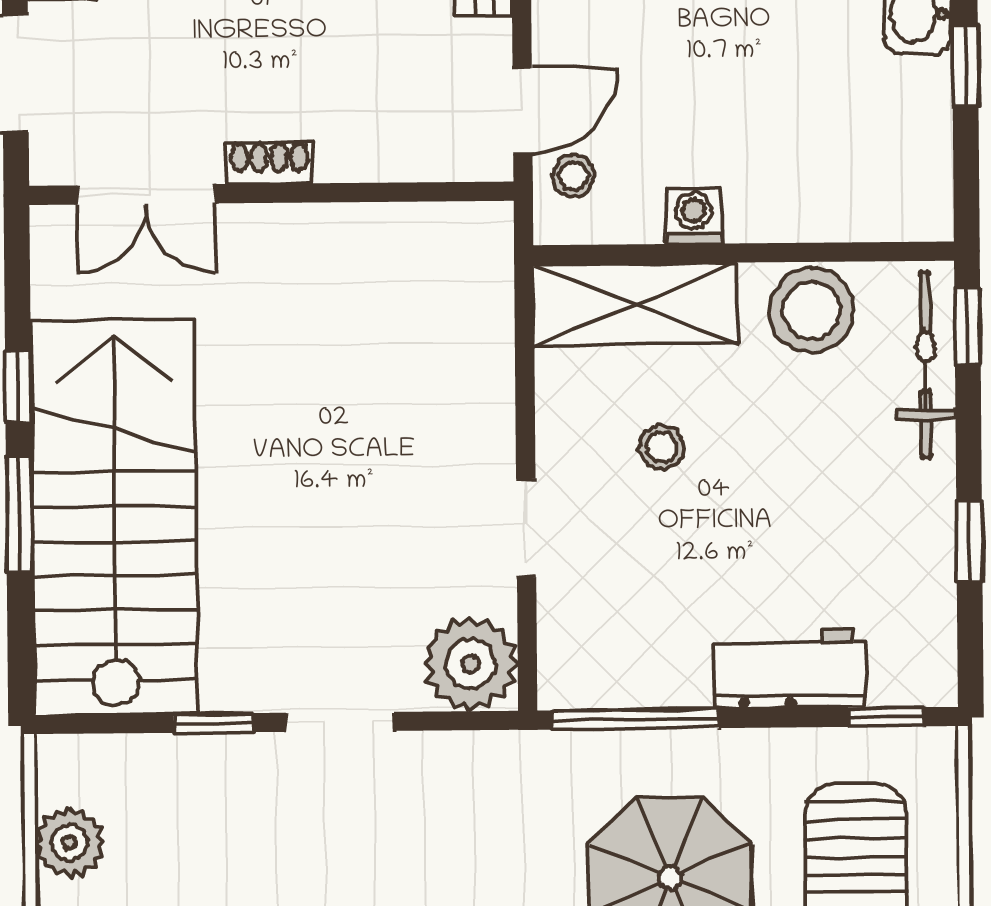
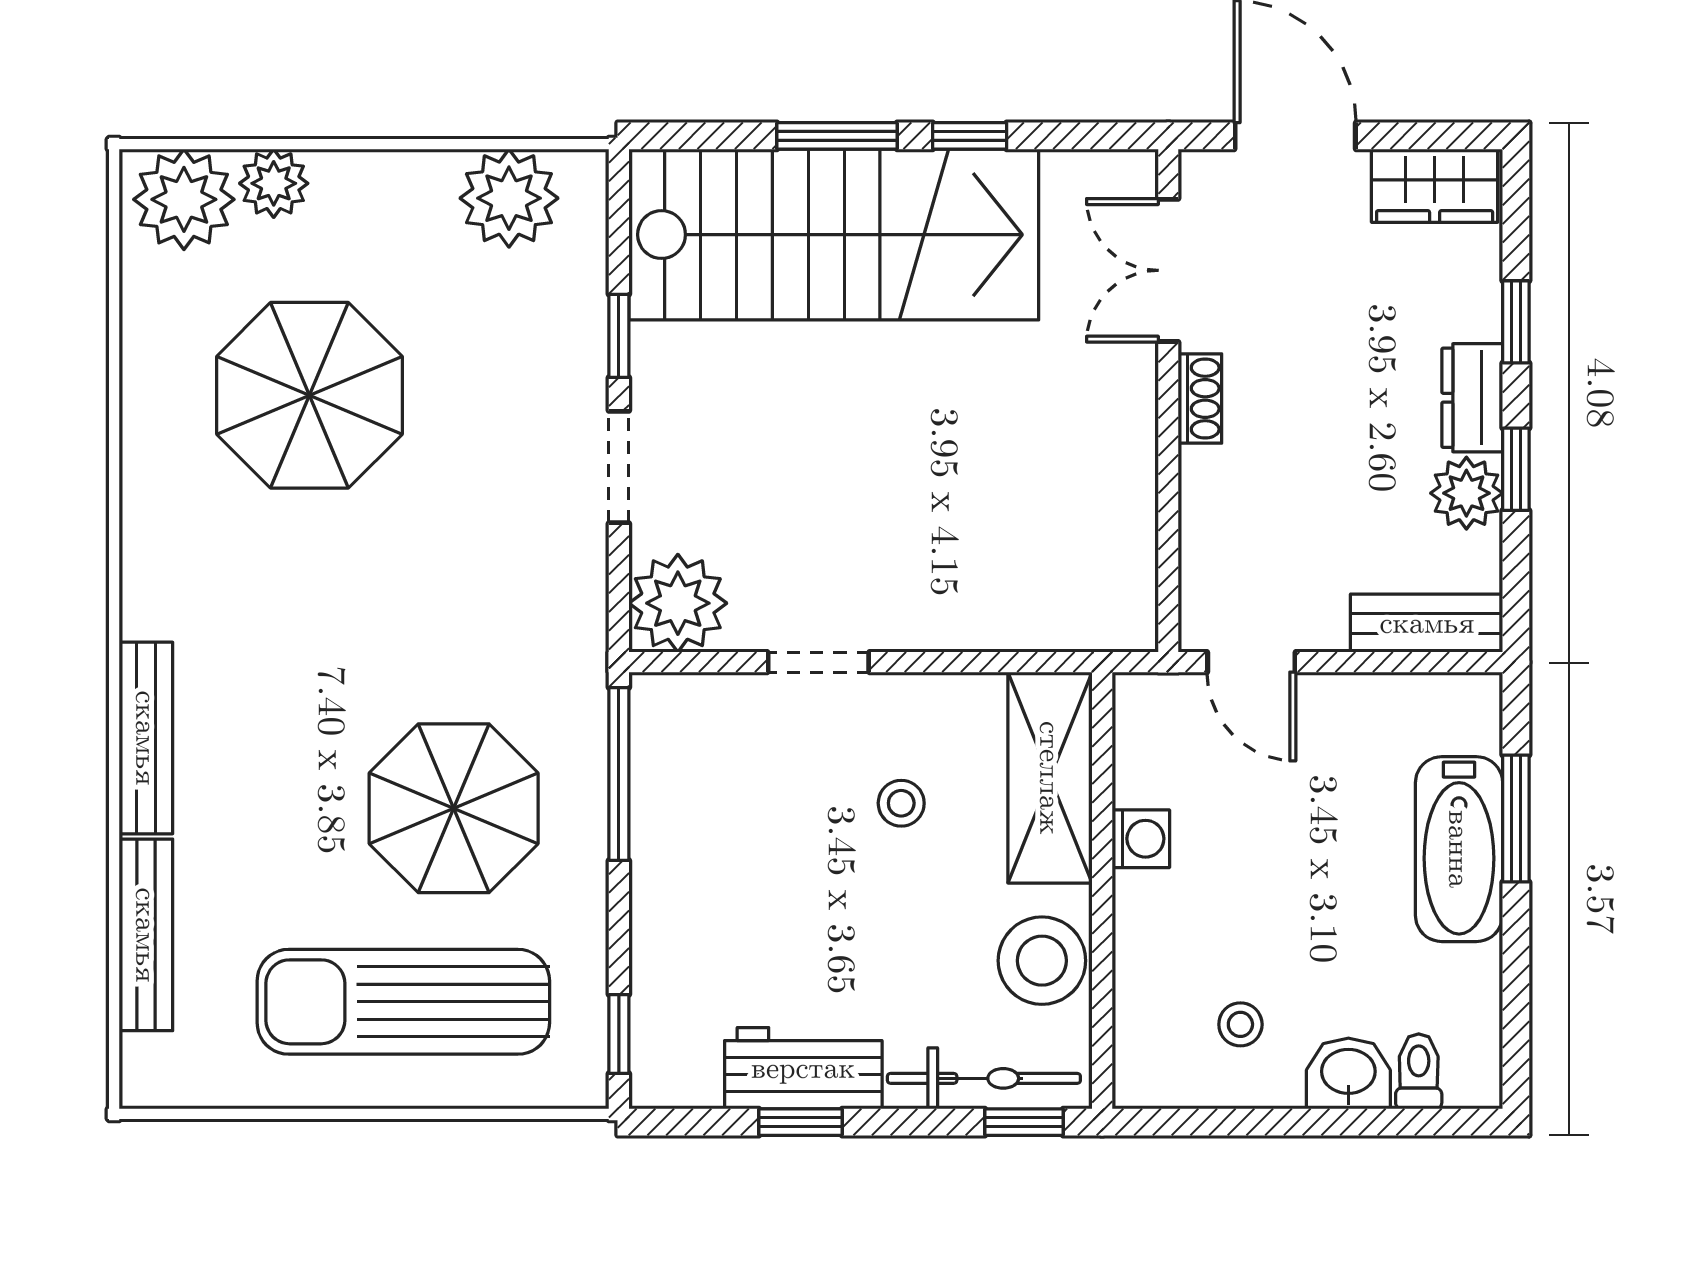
window: (965, 66) -> (1294, 1122), removed
stool: (574, 176) -> (1240, 1024), moved
workbench: (790, 669) -> (803, 1068), moved, turned -90
plant: (70, 843) -> (509, 198), width x1.36, depth x1.36

